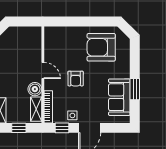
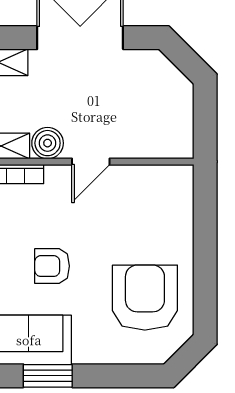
armchair: (76, 79) -> (52, 266), moved

